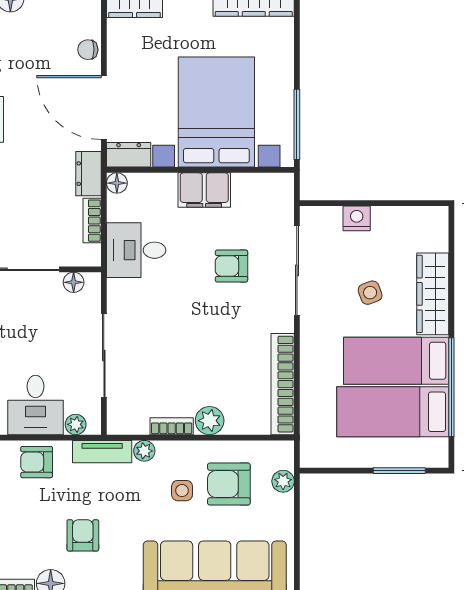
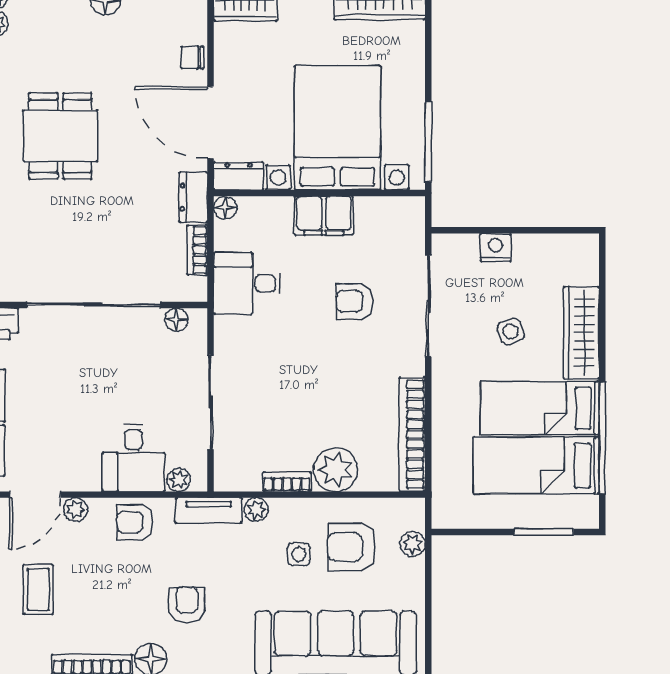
plant: (210, 421) -> (336, 470), width x1.36, depth x1.36

